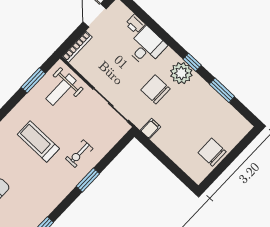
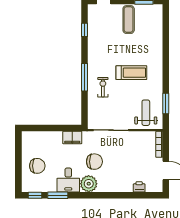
desk: (146, 47) -> (68, 180), moved
window: (192, 62) -> (35, 195), moved
filing cabinet: (150, 129) -> (72, 138), width x2.00
chair: (212, 152) -> (37, 166), moved
window: (88, 180) -> (85, 77), width x1.44

